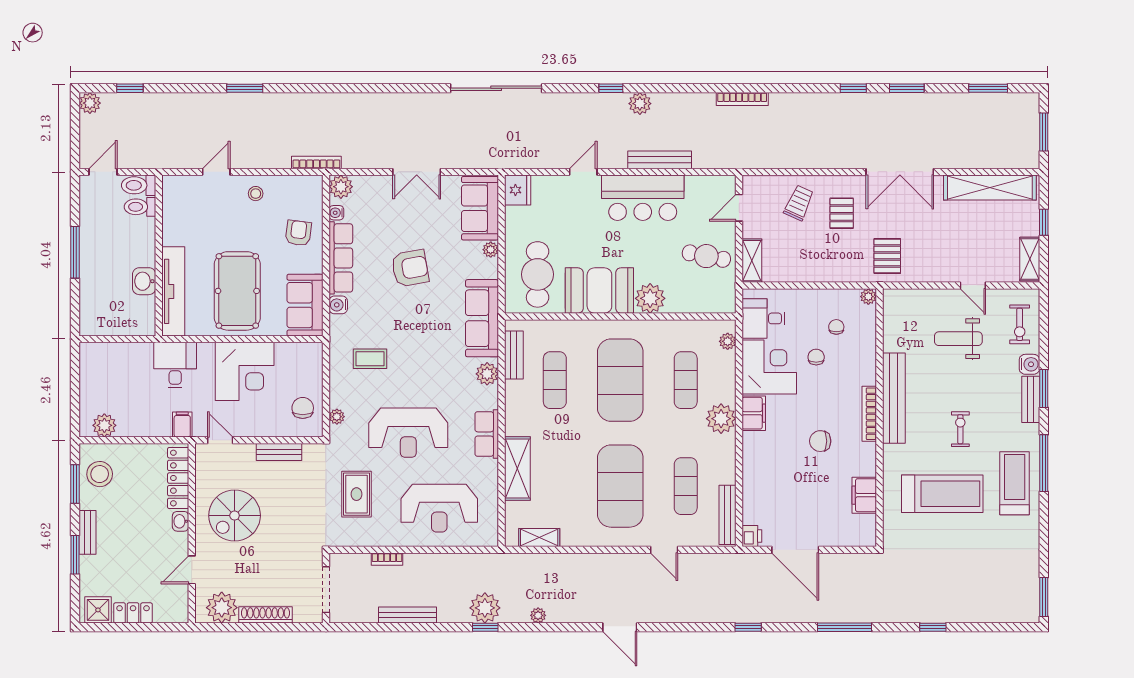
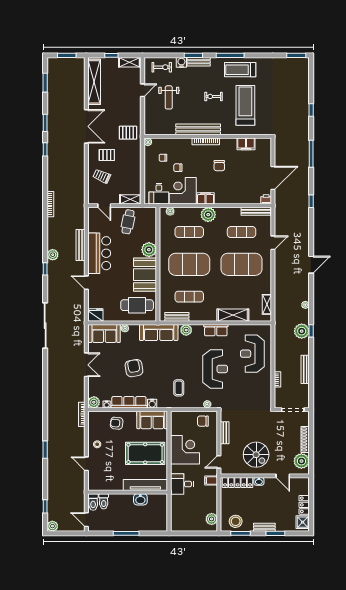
rug: (357, 494) -> (245, 395), removed
reception desk: (439, 508) -> (252, 354), turned 180

